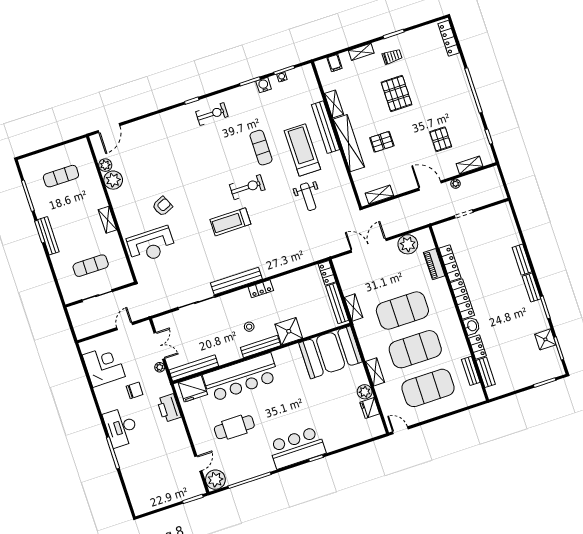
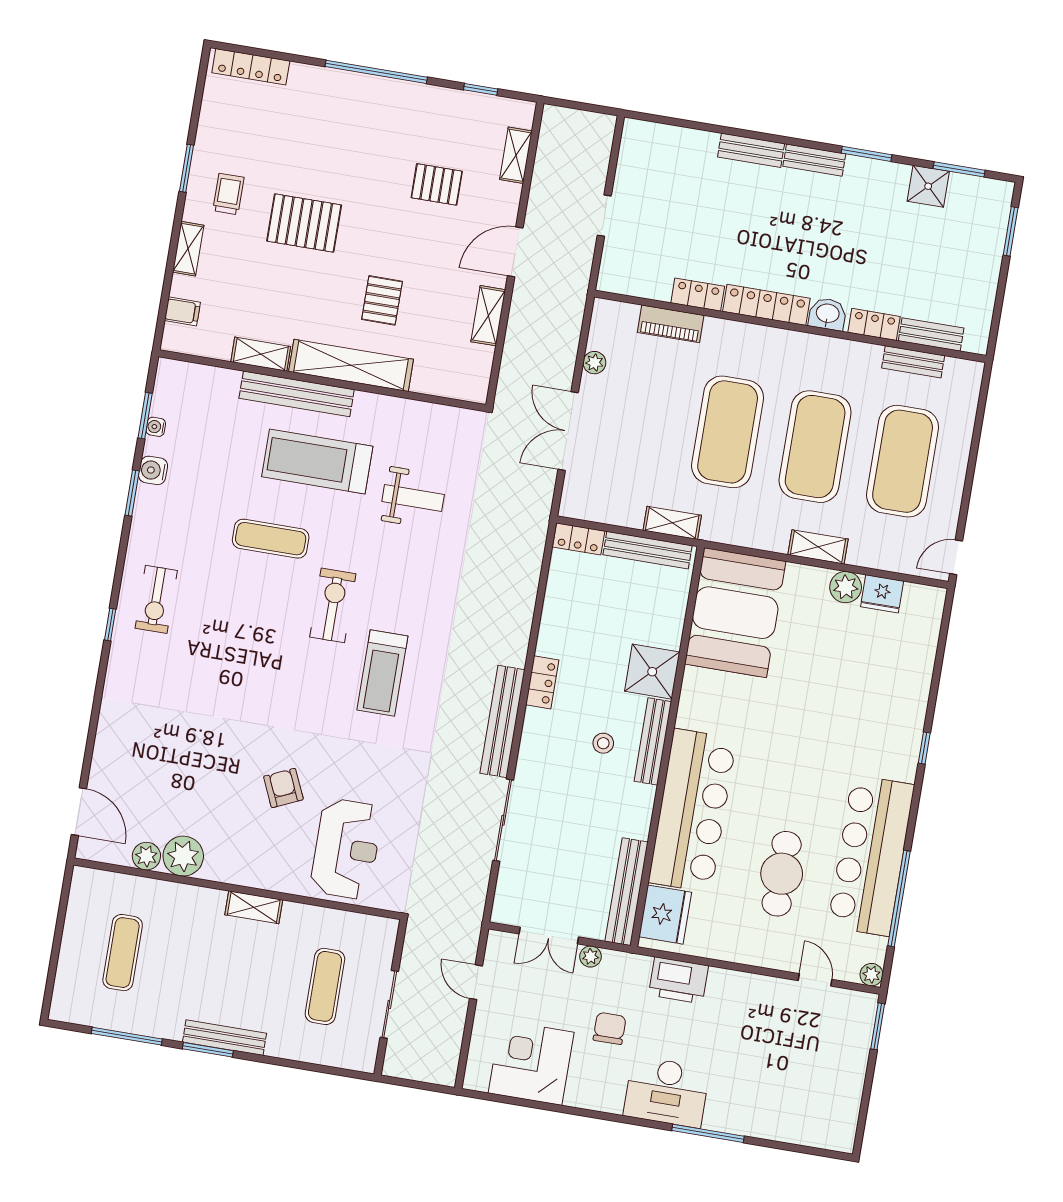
exercise bike: (212, 114) -> (156, 599), turned 180
plant: (456, 184) -> (537, 201), removed
shelving: (379, 195) -> (488, 316), moved
plant: (408, 244) -> (594, 363), width x0.53, depth x0.53
locker: (450, 263) -> (698, 295), width x0.66
double door: (159, 346) -> (549, 935), swing flipped
bar counter: (297, 448) -> (871, 856), moved, width x1.36
plant: (215, 480) -> (871, 975), width x0.53, depth x0.53

